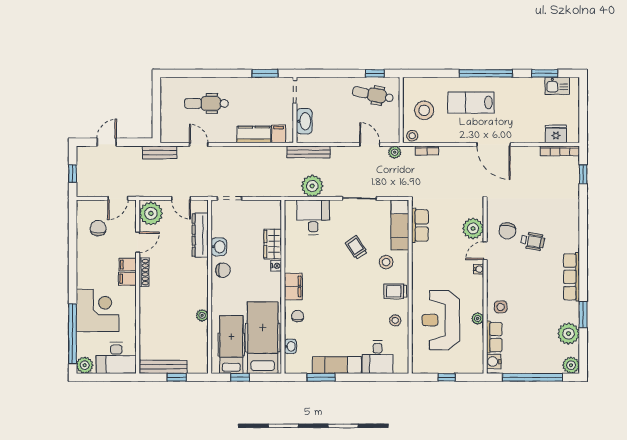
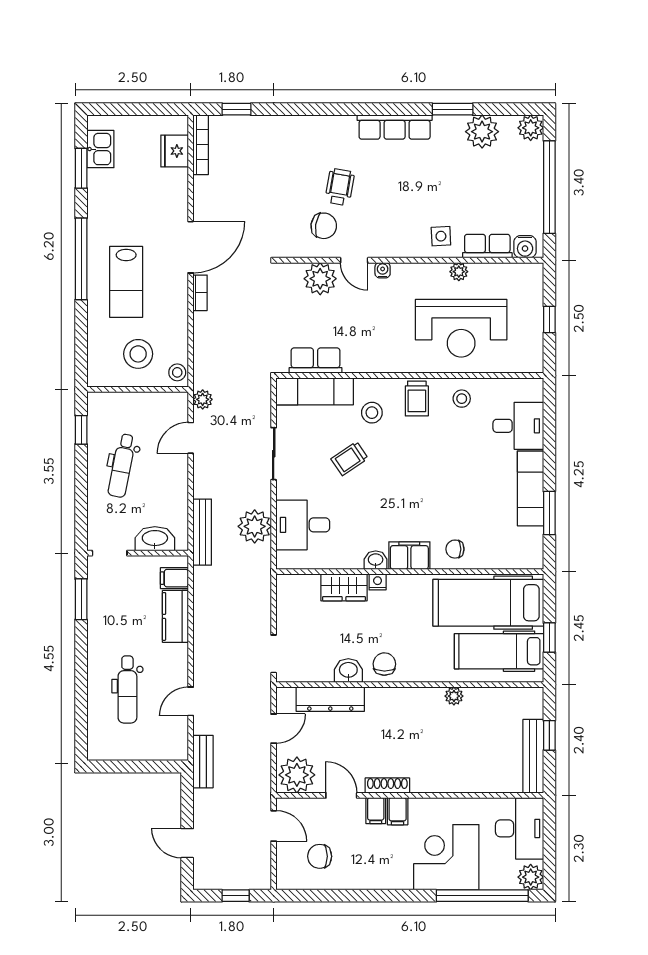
dental chair: (373, 95) -> (122, 466), moved
bookcase: (427, 151) -> (200, 293), moved
washbasin: (290, 346) -> (376, 560), moved

